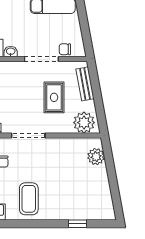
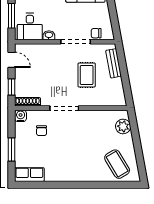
plant: (84, 123) -> (113, 97), removed
coffee table: (29, 199) -> (117, 164), moved, turned -31
window: (77, 224) -> (107, 185), removed

